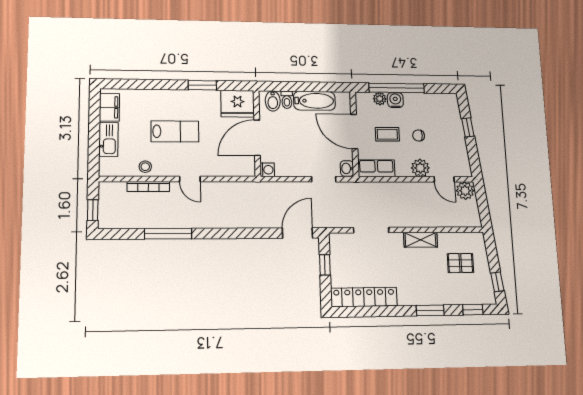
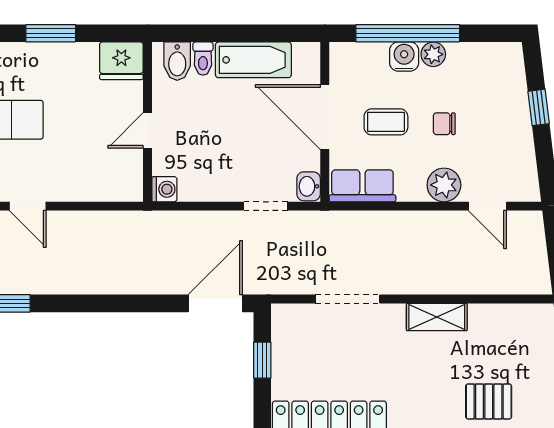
plant: (380, 99) -> (433, 54), moved
fridge: (238, 104) -> (121, 61), width x0.73, depth x0.75
door: (257, 138) -> (147, 130), width x0.53
plant: (465, 191) -> (525, 227), removed
pallet: (460, 263) -> (489, 401), moved

